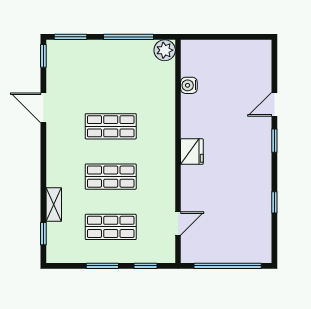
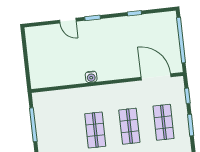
plant: (165, 50) -> (40, 99), removed
water cooler: (189, 85) -> (91, 77), moved
fridge: (192, 152) -> (106, 73), removed
door: (178, 223) -> (156, 77), width x1.88

